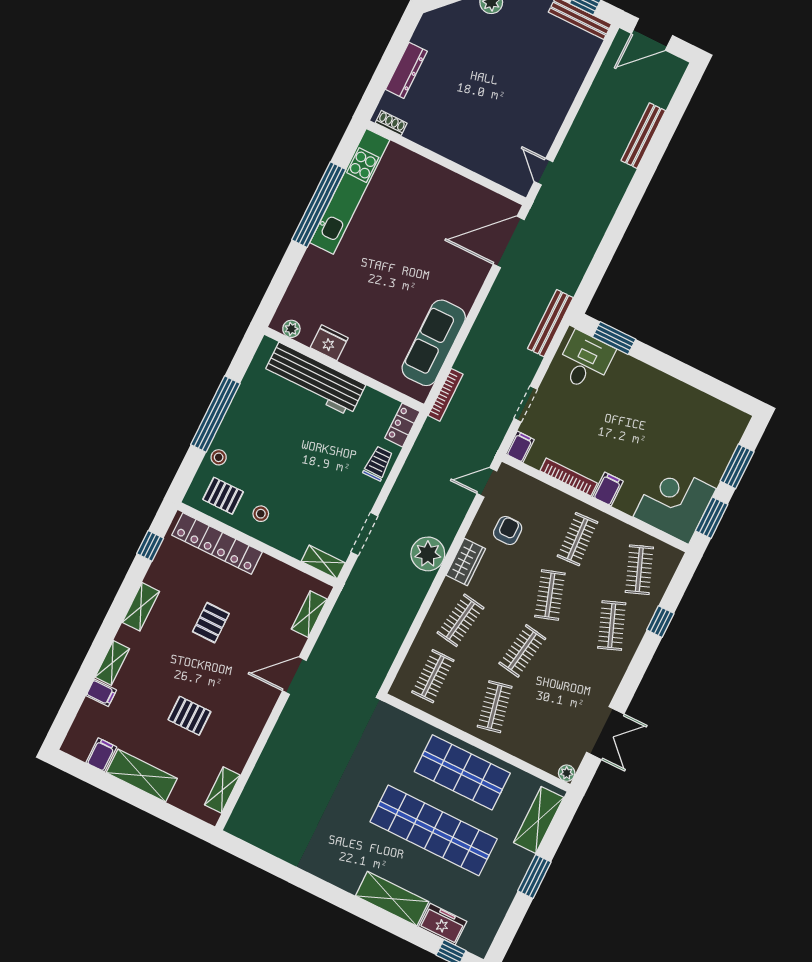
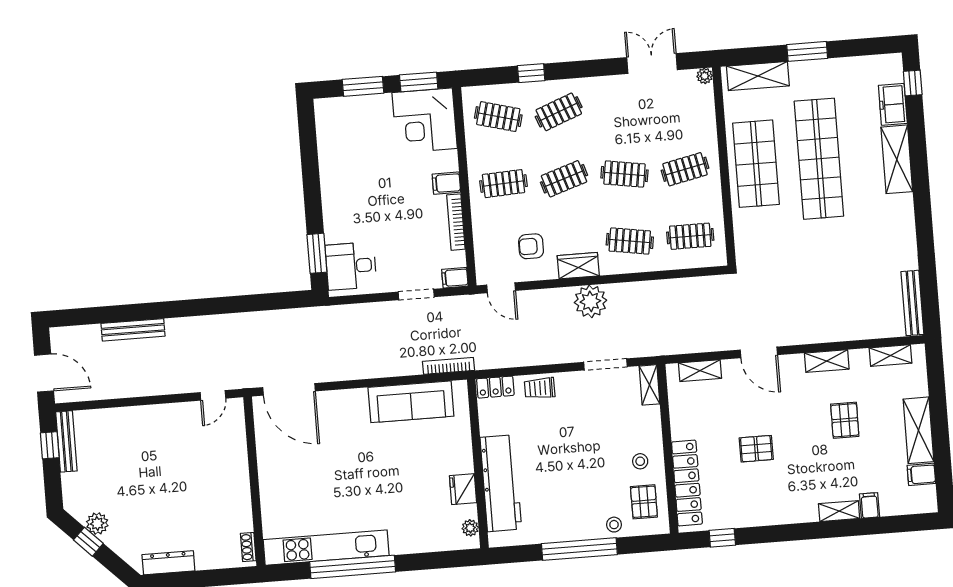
dresser: (406, 70) -> (168, 563), moved
bench: (550, 323) -> (912, 303), moved, turned 90
clothes rail: (639, 570) -> (498, 117), turned 36
shelving: (141, 607) -> (827, 361), moved

